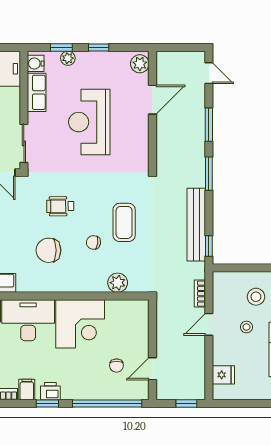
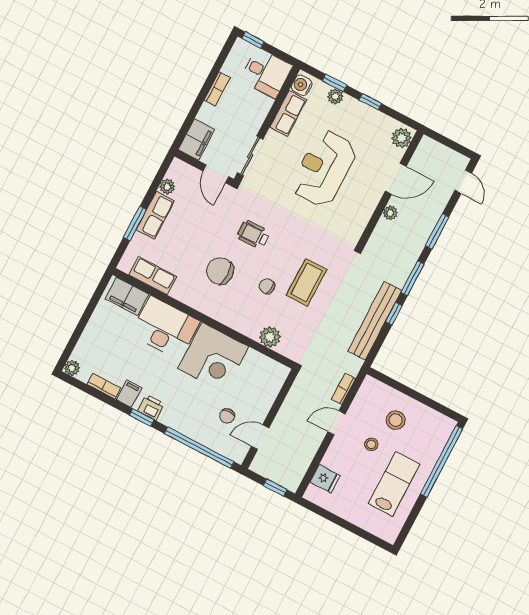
plant: (163, 130) -> (390, 213), added
window: (209, 246) -> (394, 314), moved

